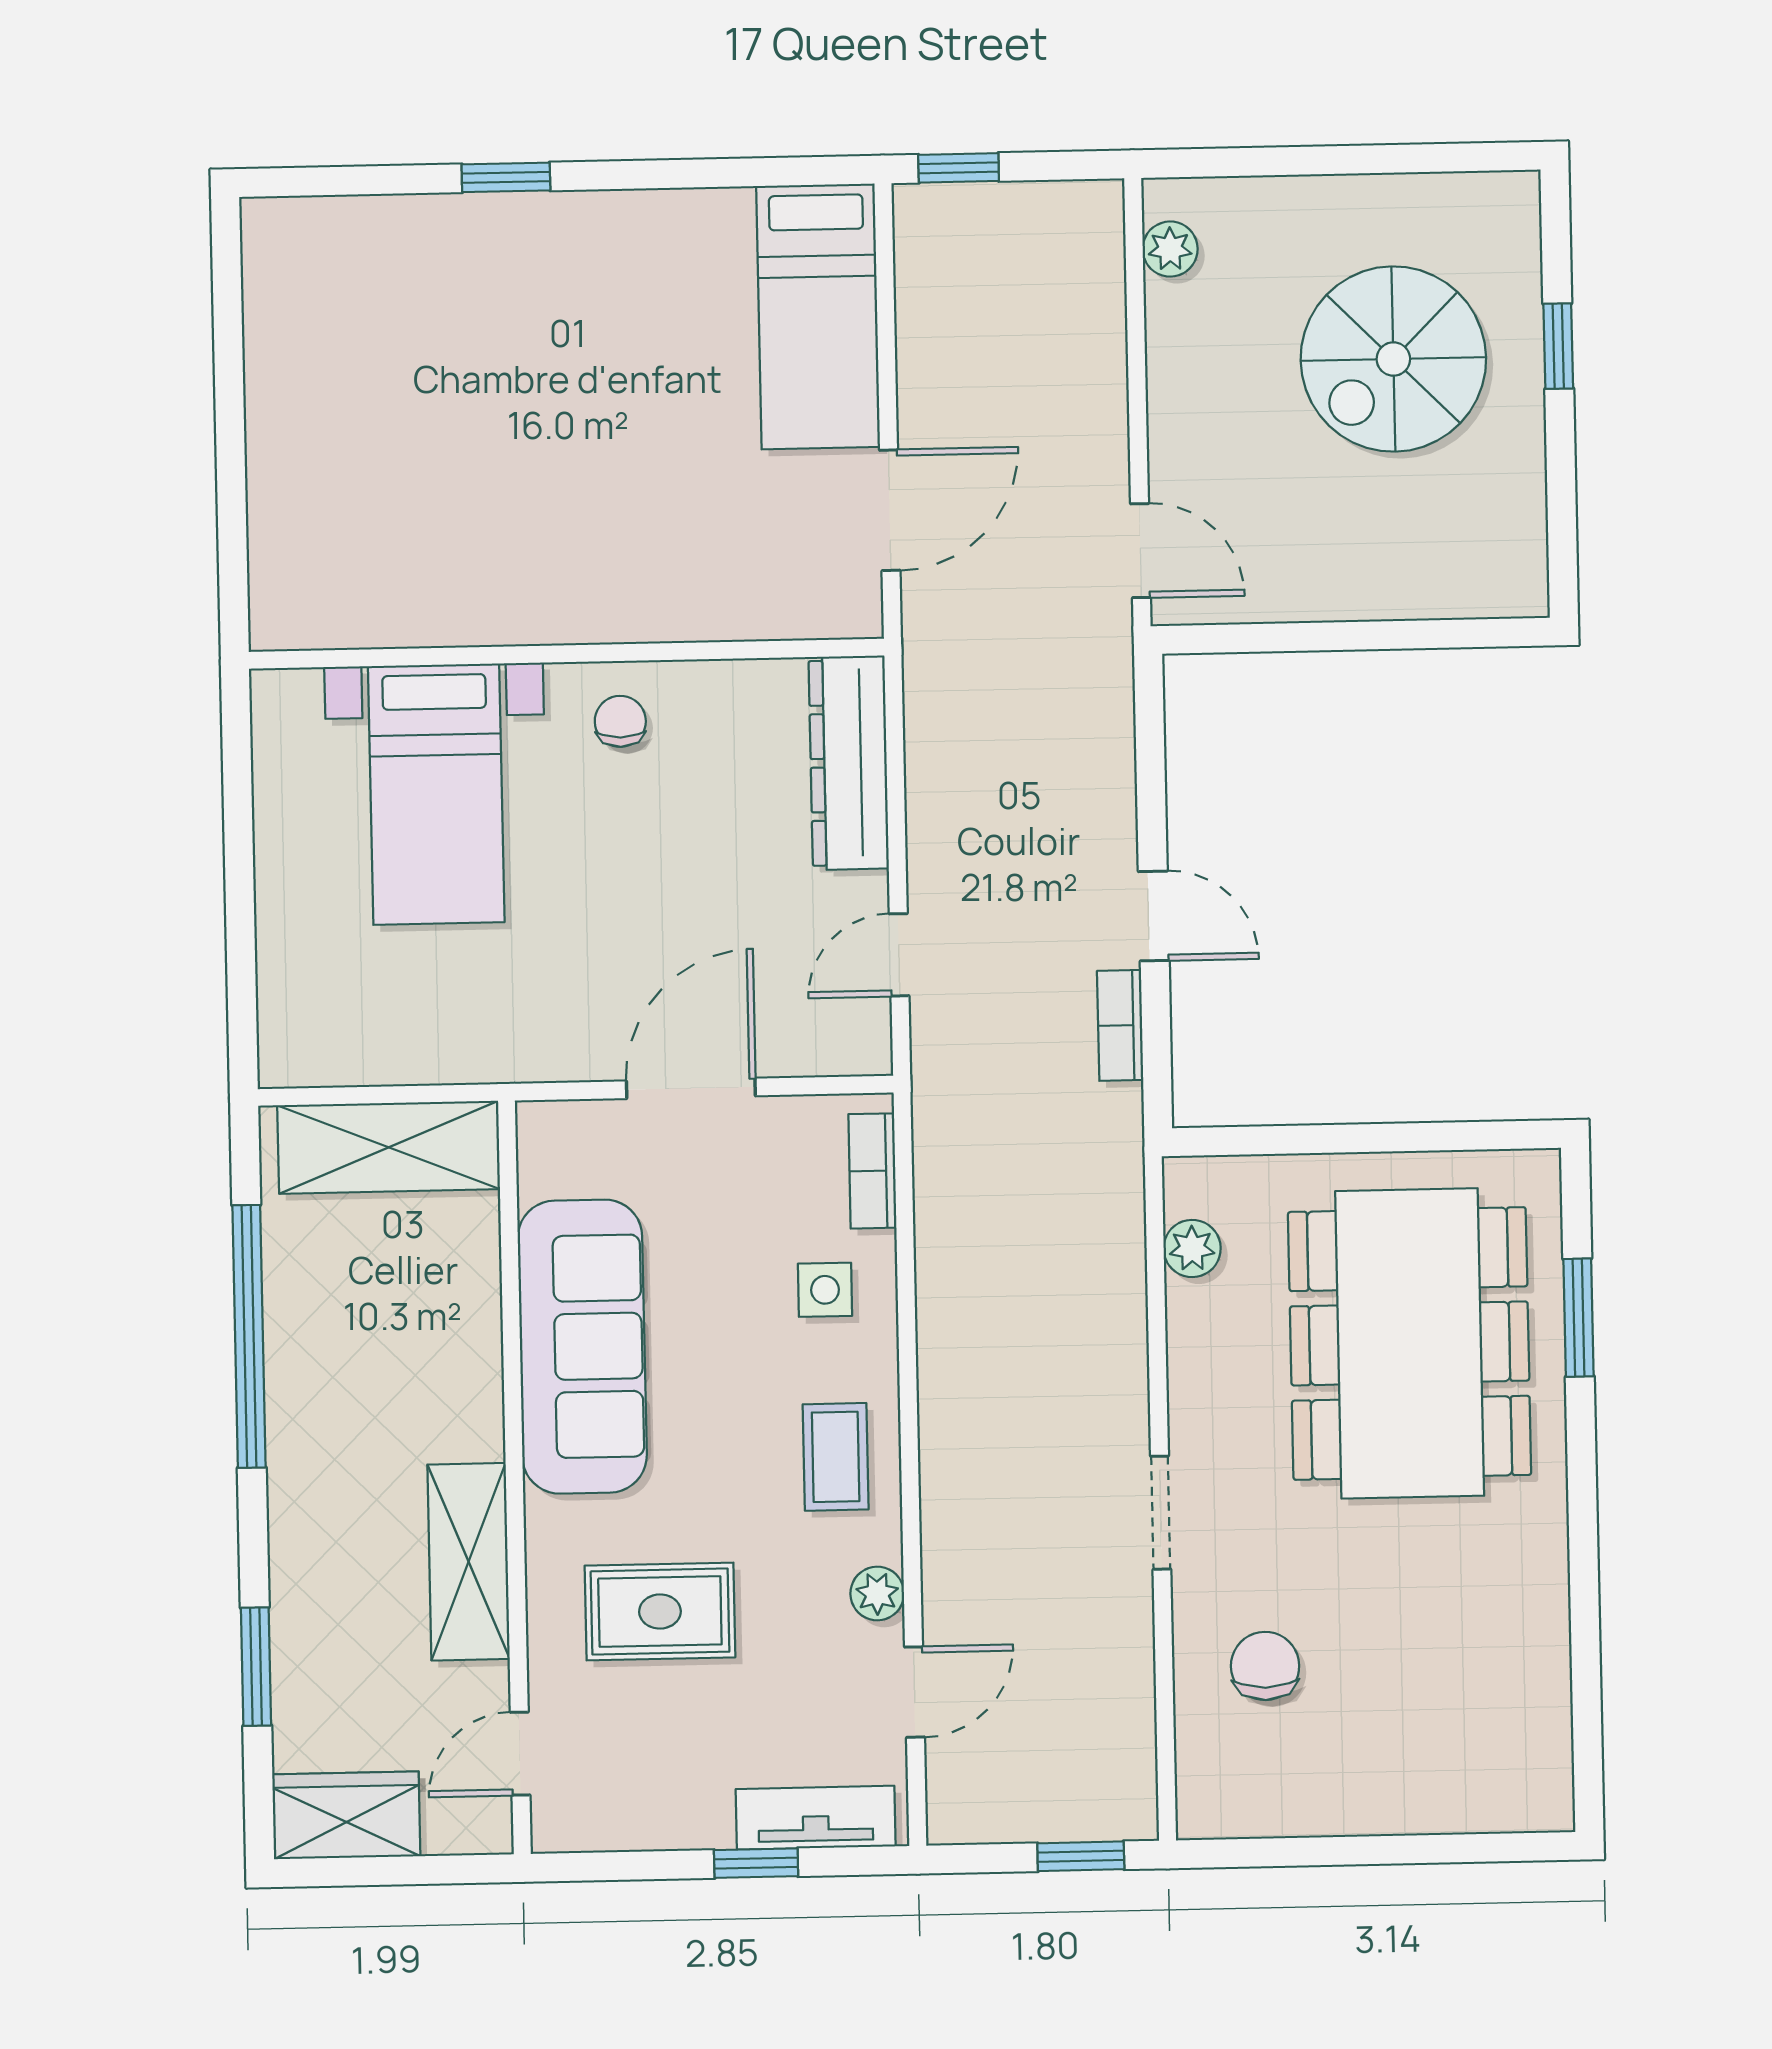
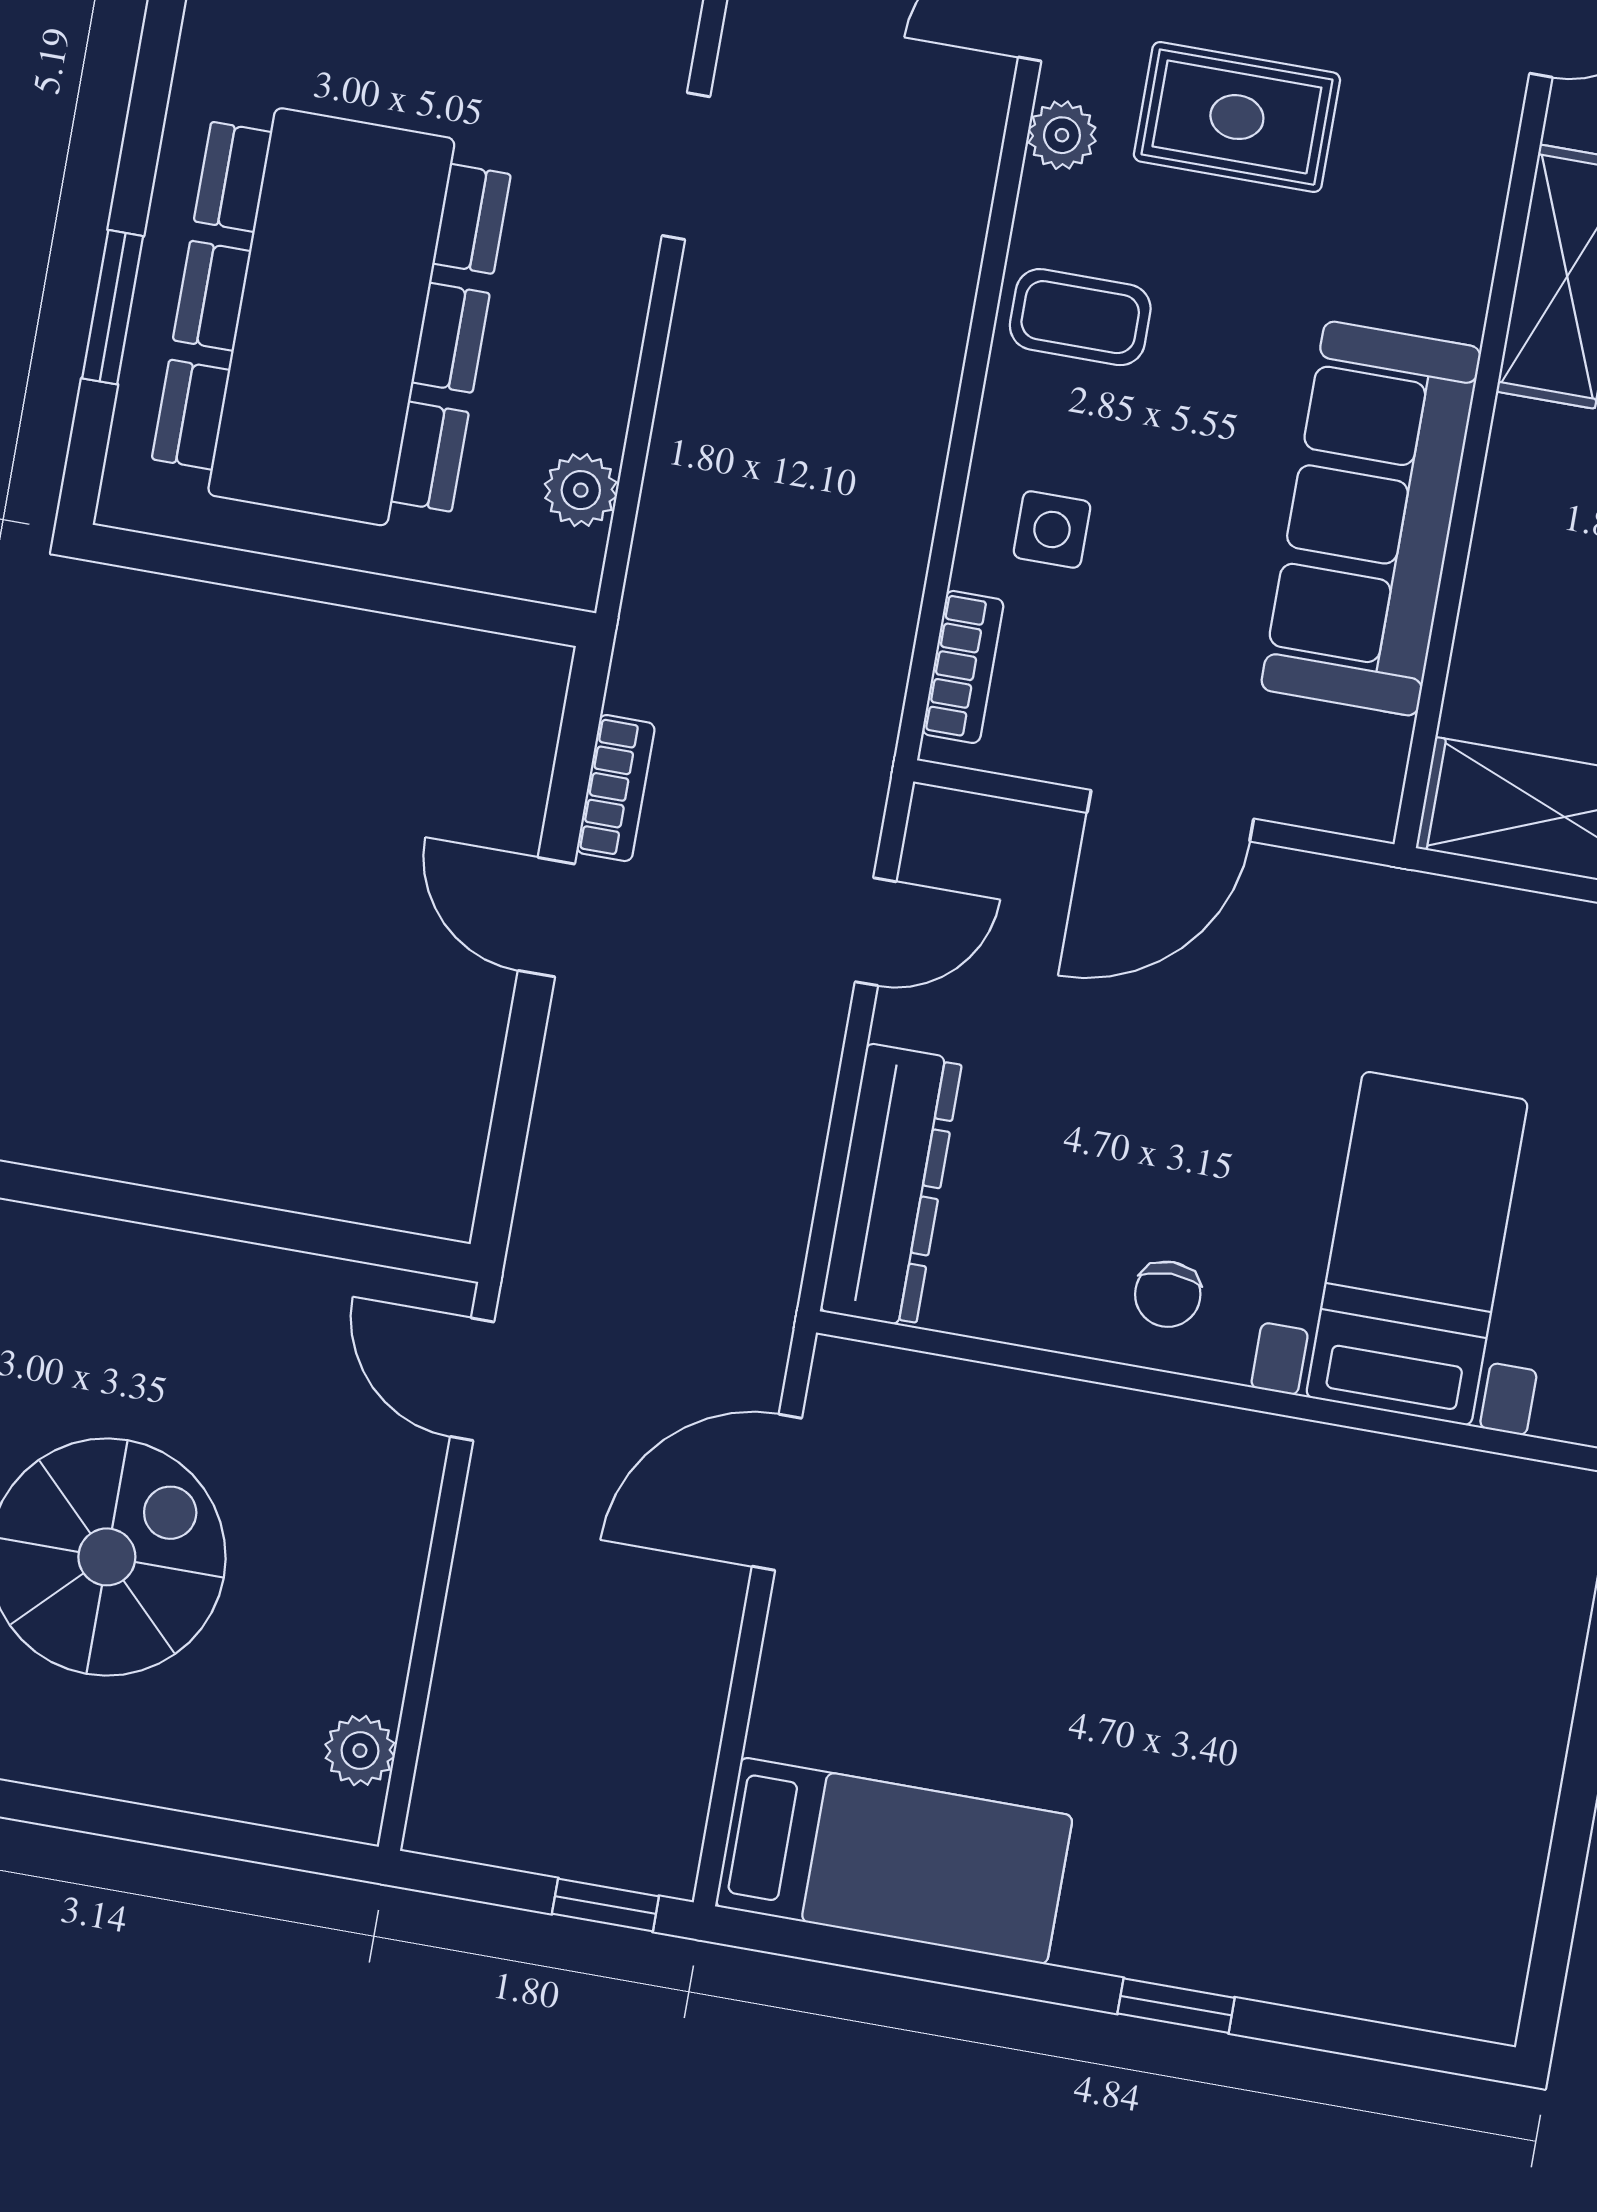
bed: (818, 316) -> (894, 1861), moved, turned 90
coffee table: (836, 1457) -> (1080, 317), turned 90
rug: (660, 1612) -> (1237, 117), moved

